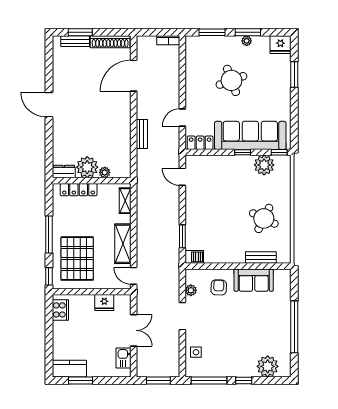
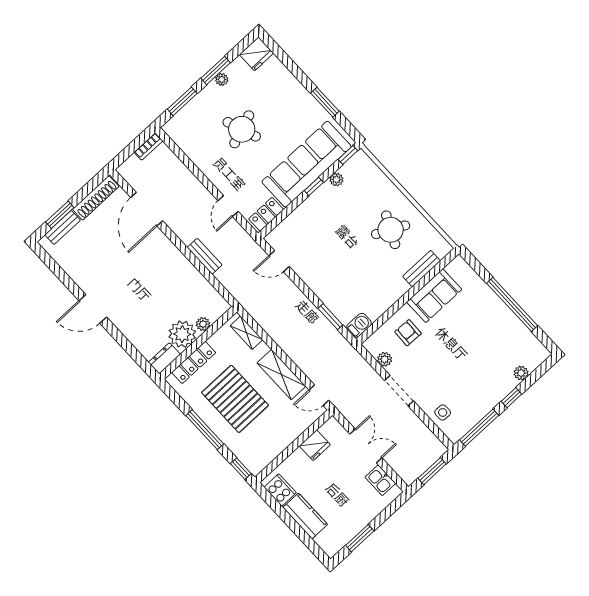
window: (294, 74) -> (325, 102), moved
plant: (264, 165) -> (336, 180), width x0.53, depth x0.53
pallet: (77, 259) -> (235, 399), moved
plant: (268, 366) -> (521, 373), width x0.53, depth x0.53
kitchen counter: (69, 369) -> (305, 516), moved, turned 90

